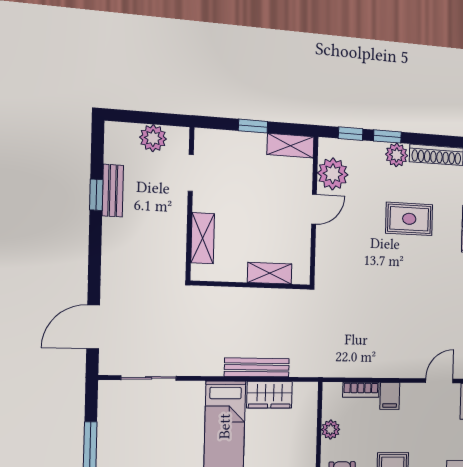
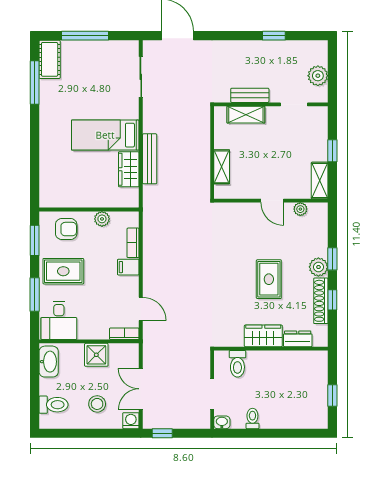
window: (351, 134) -> (332, 300), moved
plant: (333, 174) -> (300, 209), width x0.53, depth x0.53
bench: (113, 191) -> (250, 95), moved

